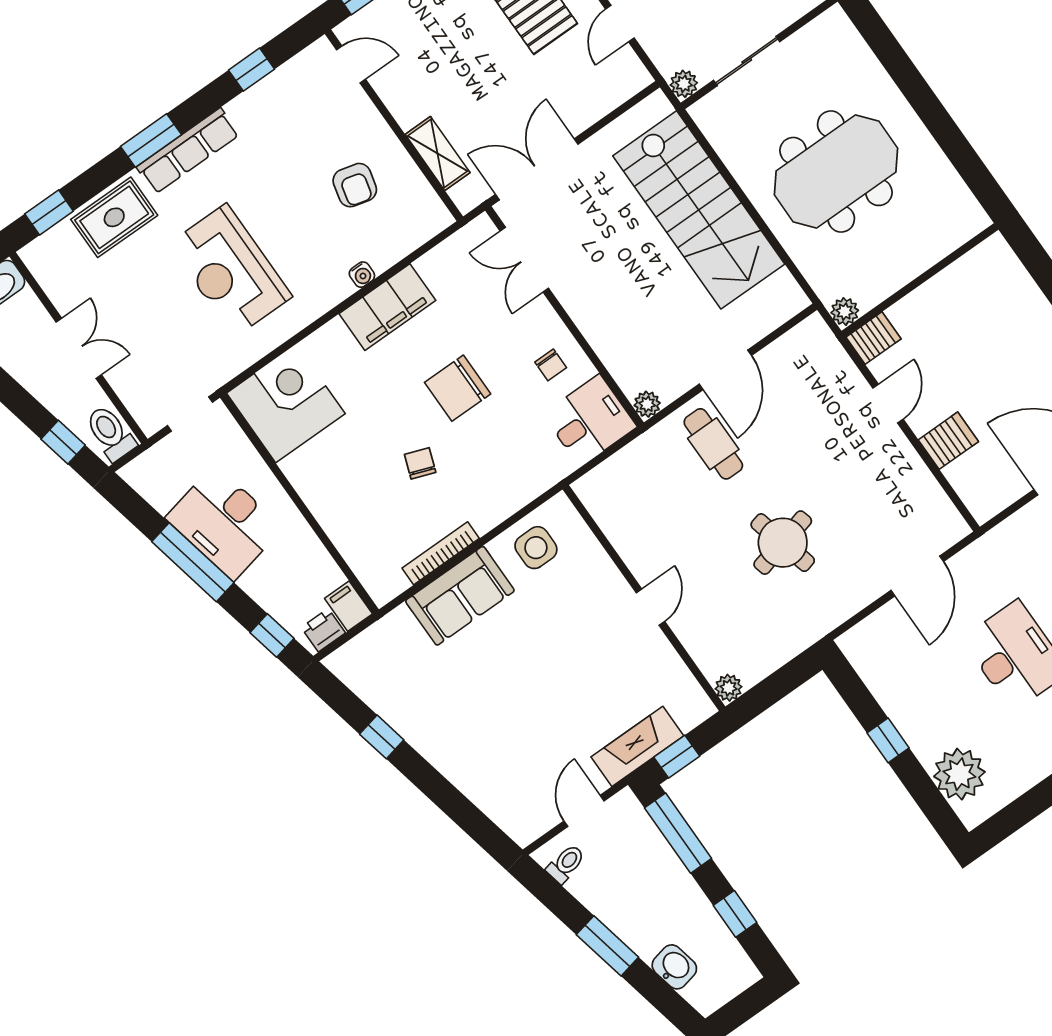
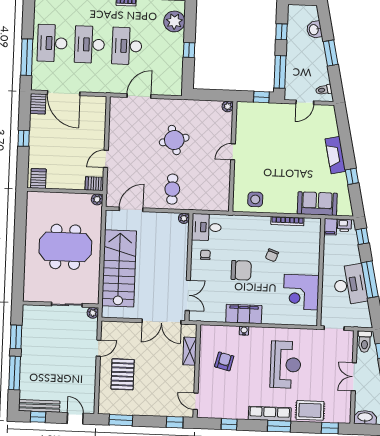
door: (725, 370) -> (131, 209), moved
corner desk: (286, 403) -> (301, 292), moved
server rack: (948, 441) -> (38, 179), moved, turned 90
sofa: (460, 596) -> (317, 204), moved
fireplace: (637, 746) -> (335, 155), moved, turned 78

